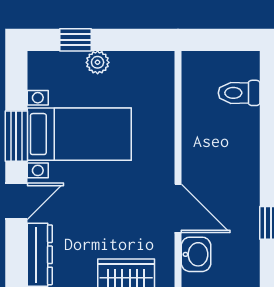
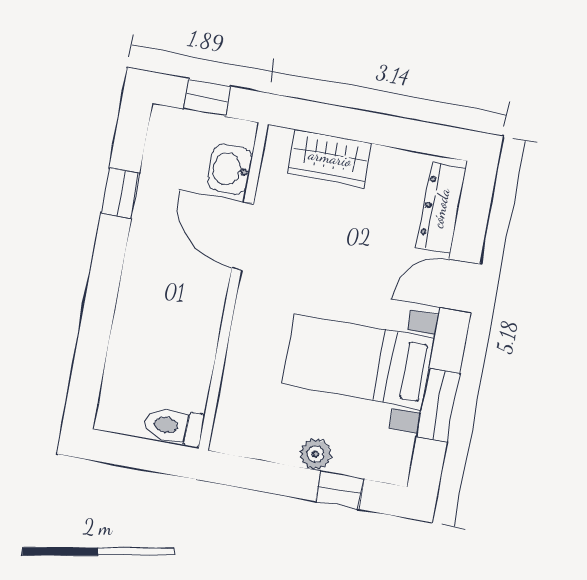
toilet: (239, 93) -> (174, 426), moved, turned 180
window: (16, 136) -> (438, 405), moved

